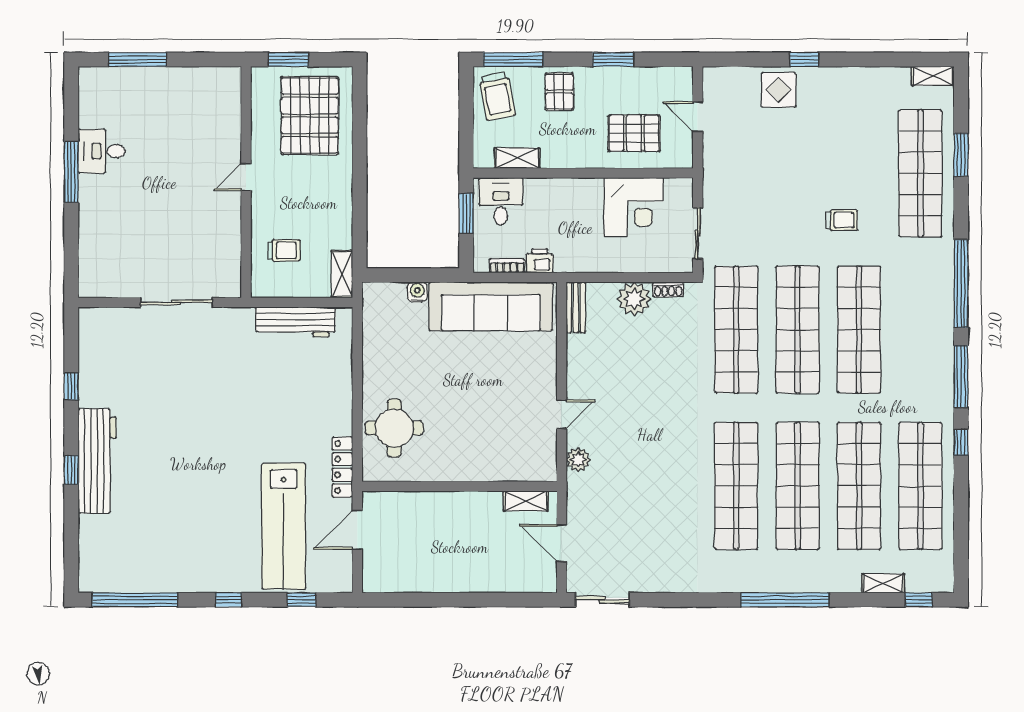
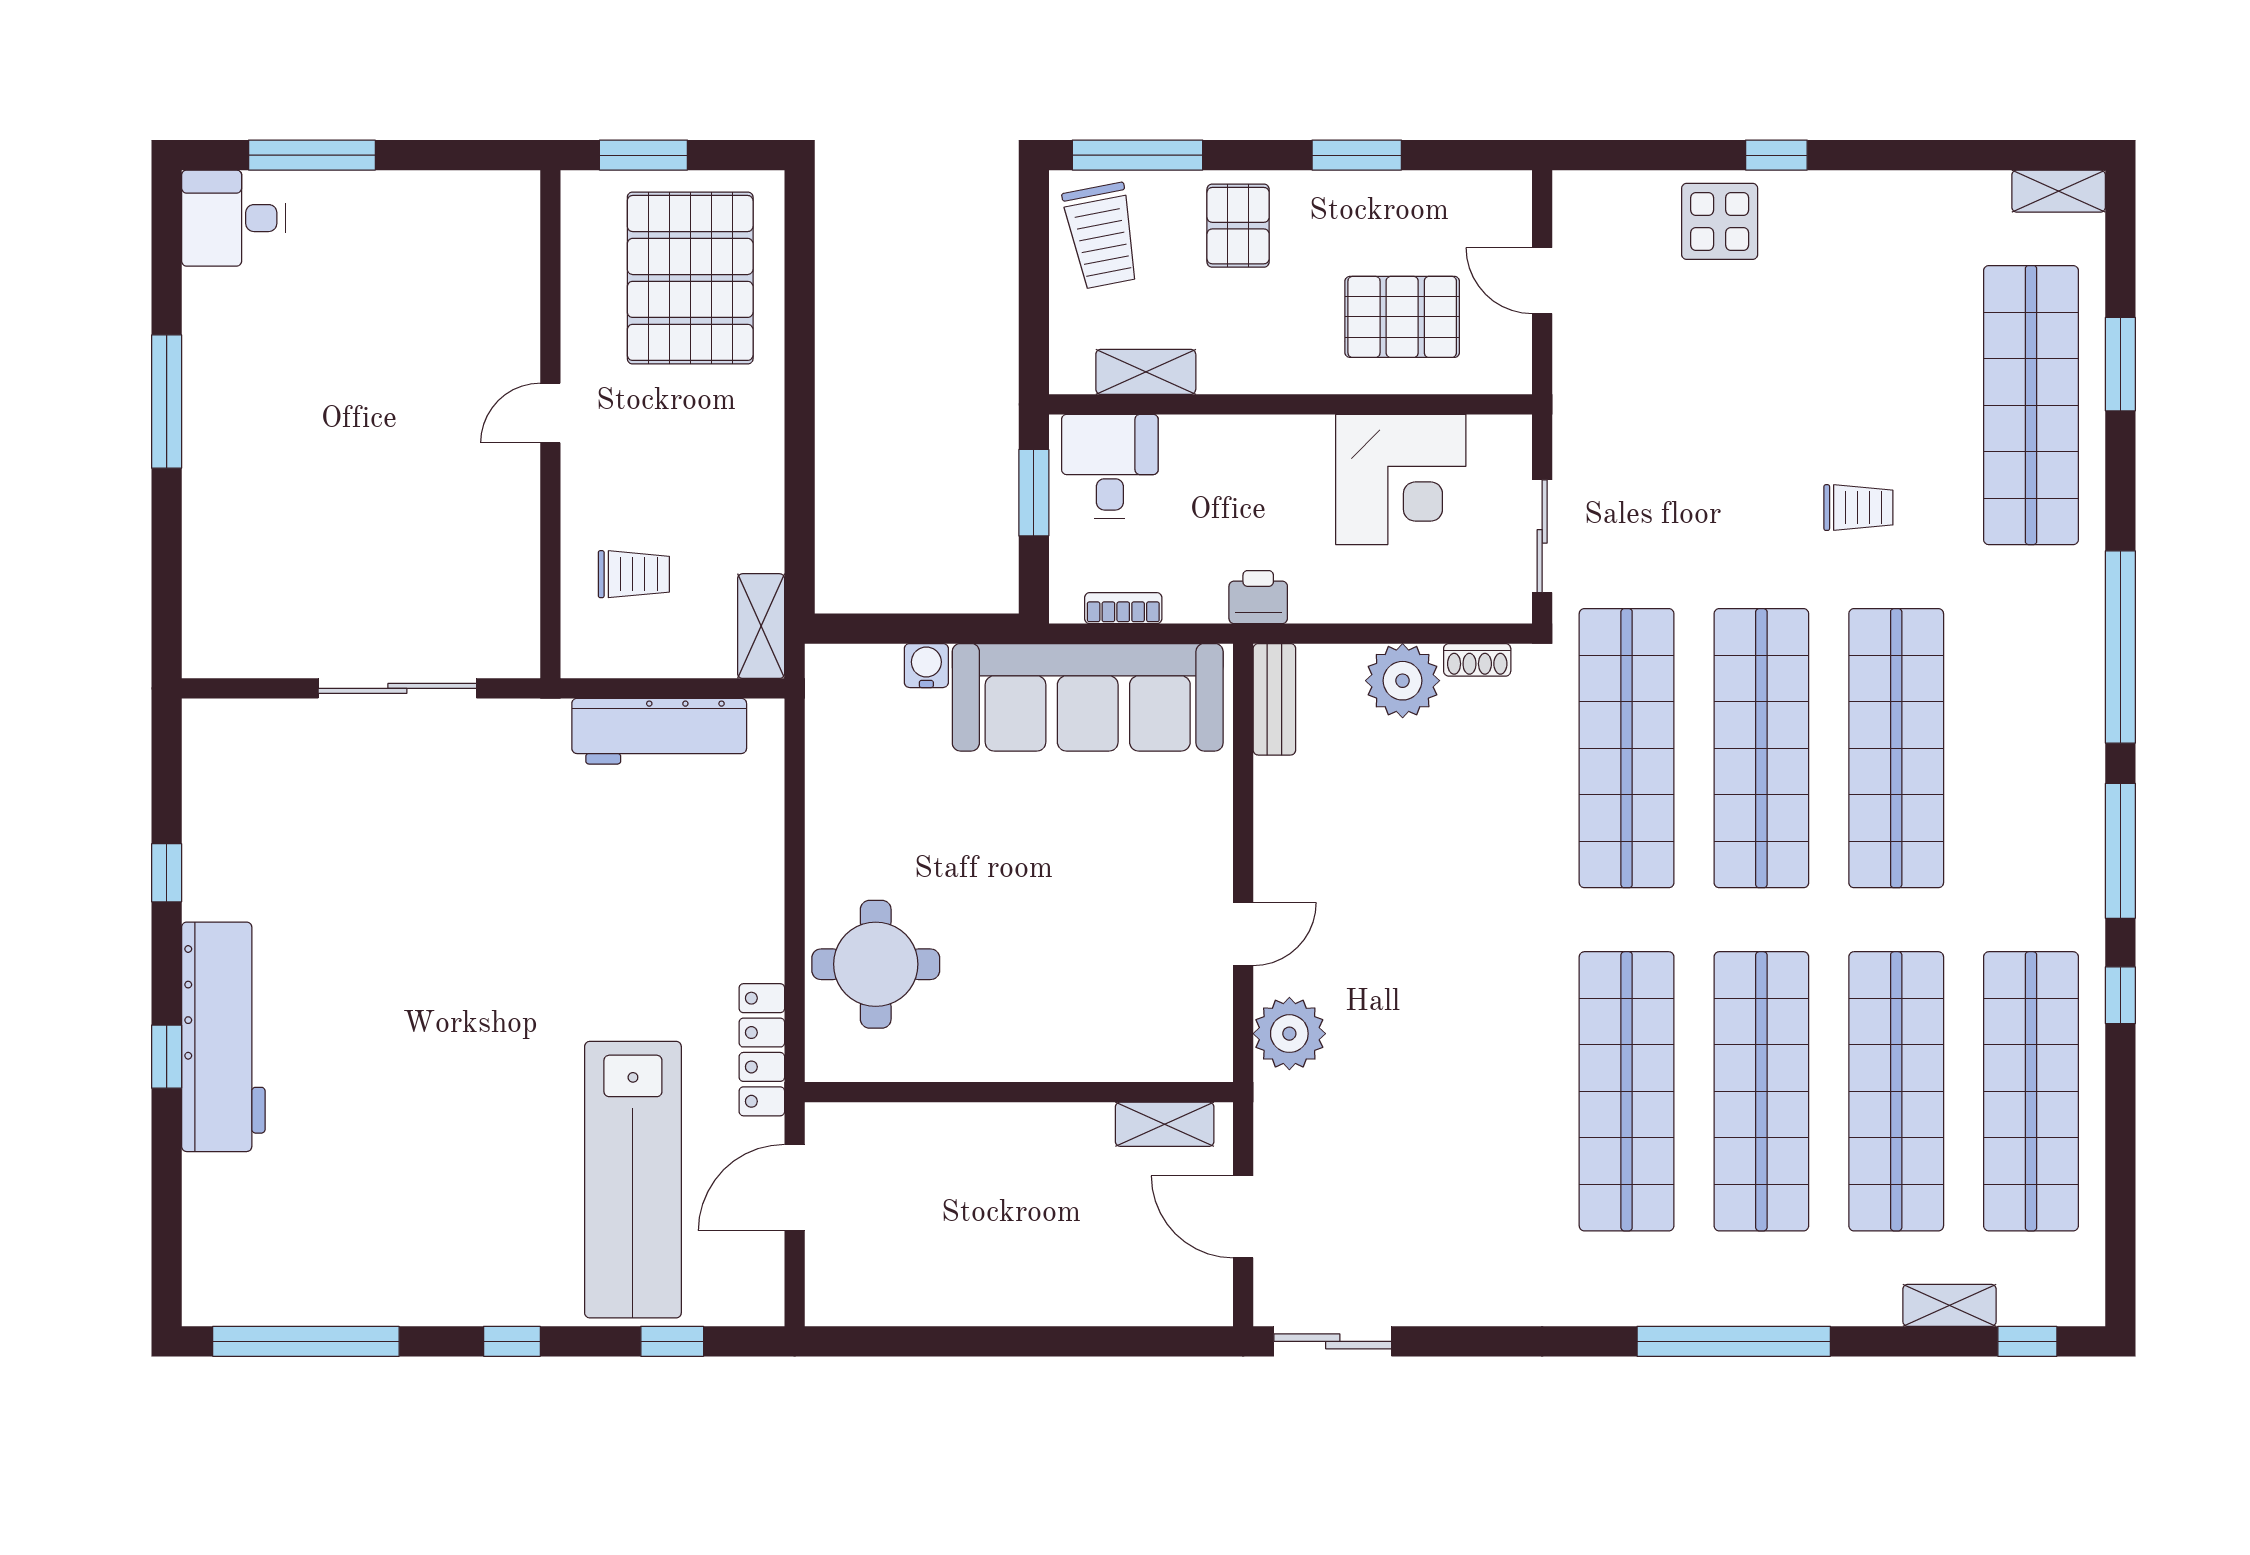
desk: (102, 151) -> (233, 218), moved
printer: (540, 261) -> (1258, 597), moved
plant: (578, 460) -> (1289, 1034), width x1.36, depth x1.36

